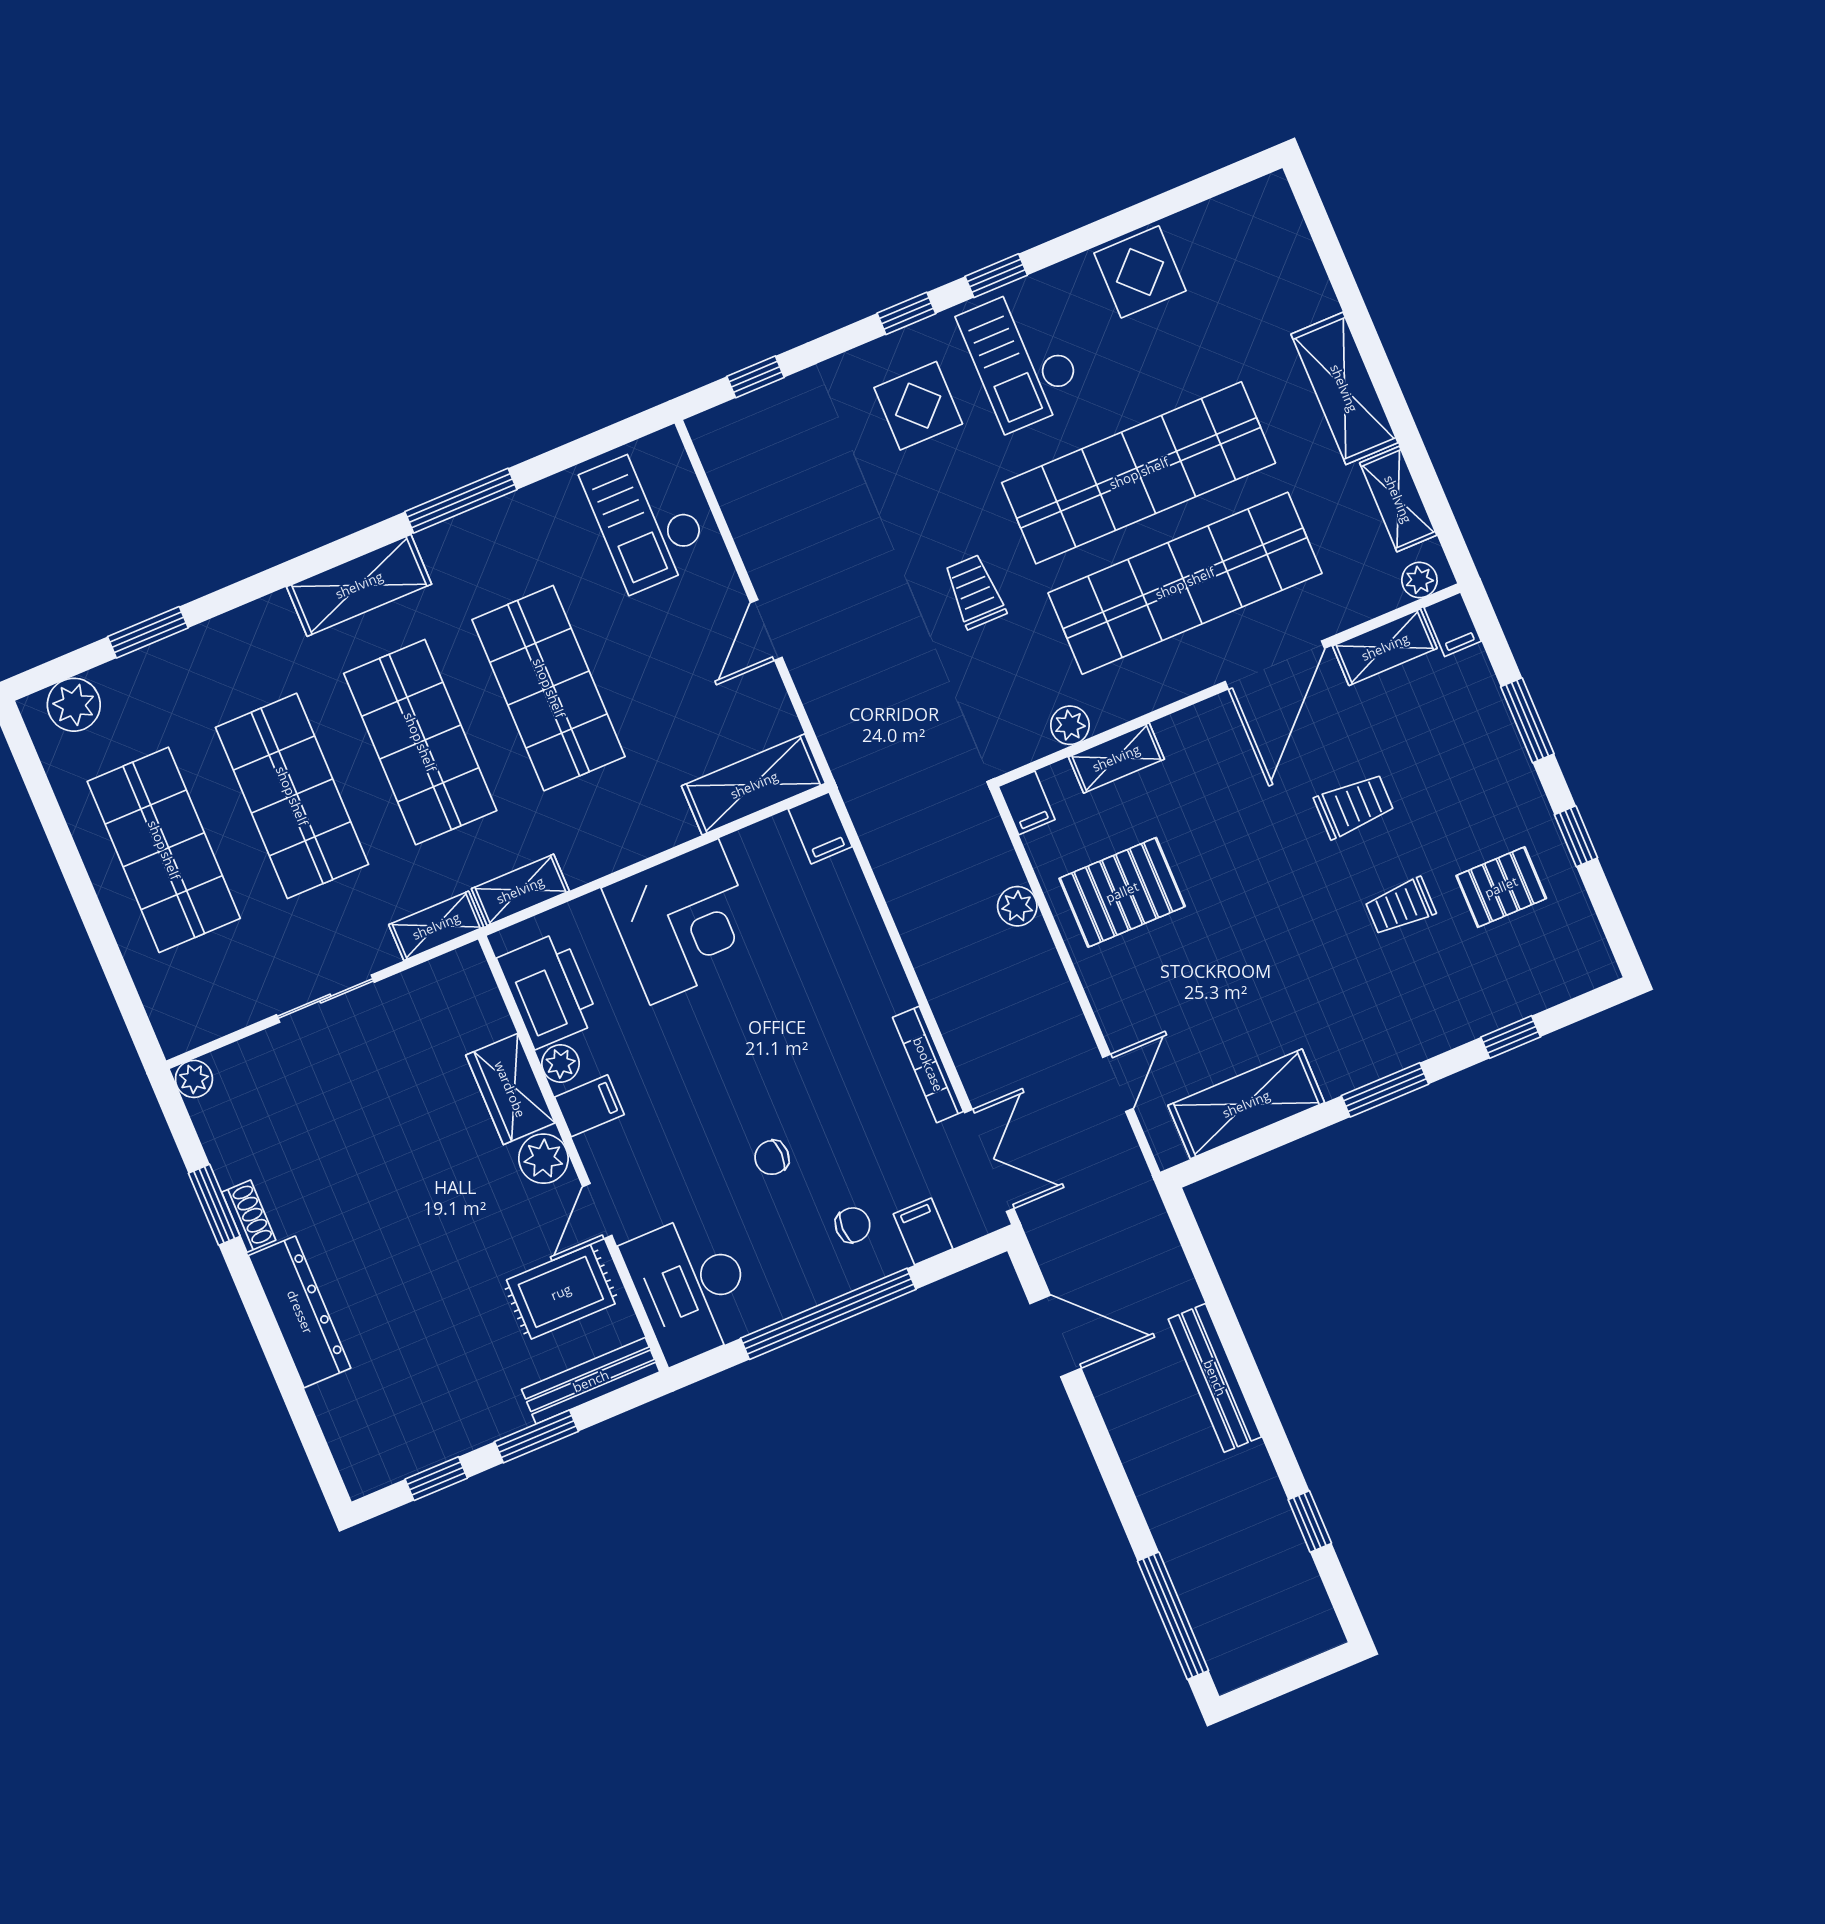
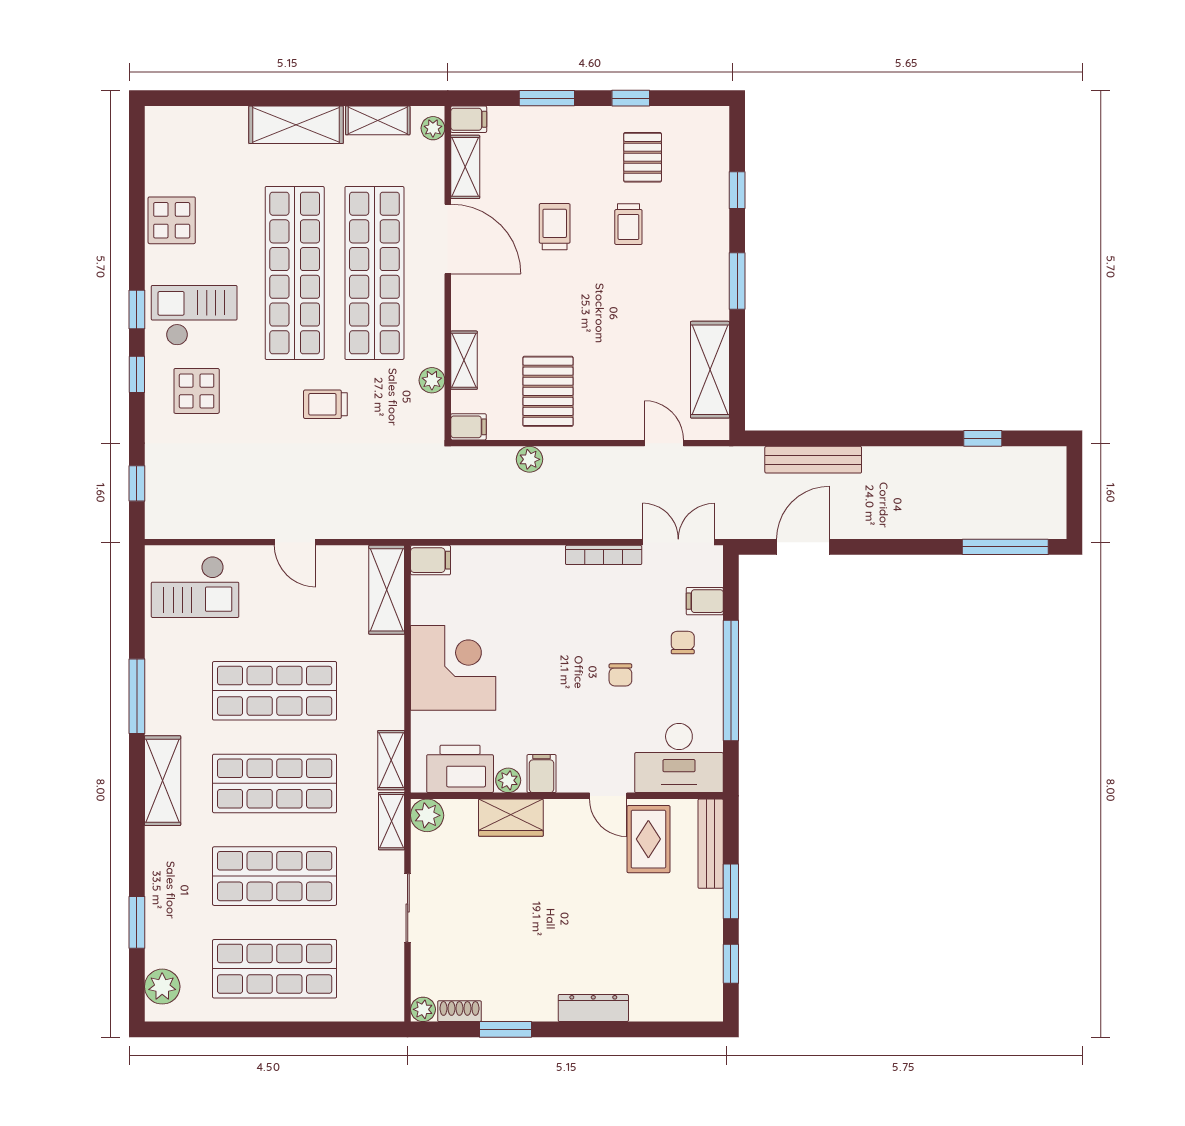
checkout: (1021, 358) -> (194, 315), turned 180
plant: (543, 1159) -> (427, 815), moved
shoe rack: (249, 1216) -> (459, 1011), moved
dresser: (300, 1312) -> (593, 1008), width x0.73, depth x0.80
bench: (1215, 1378) -> (813, 460), moved

